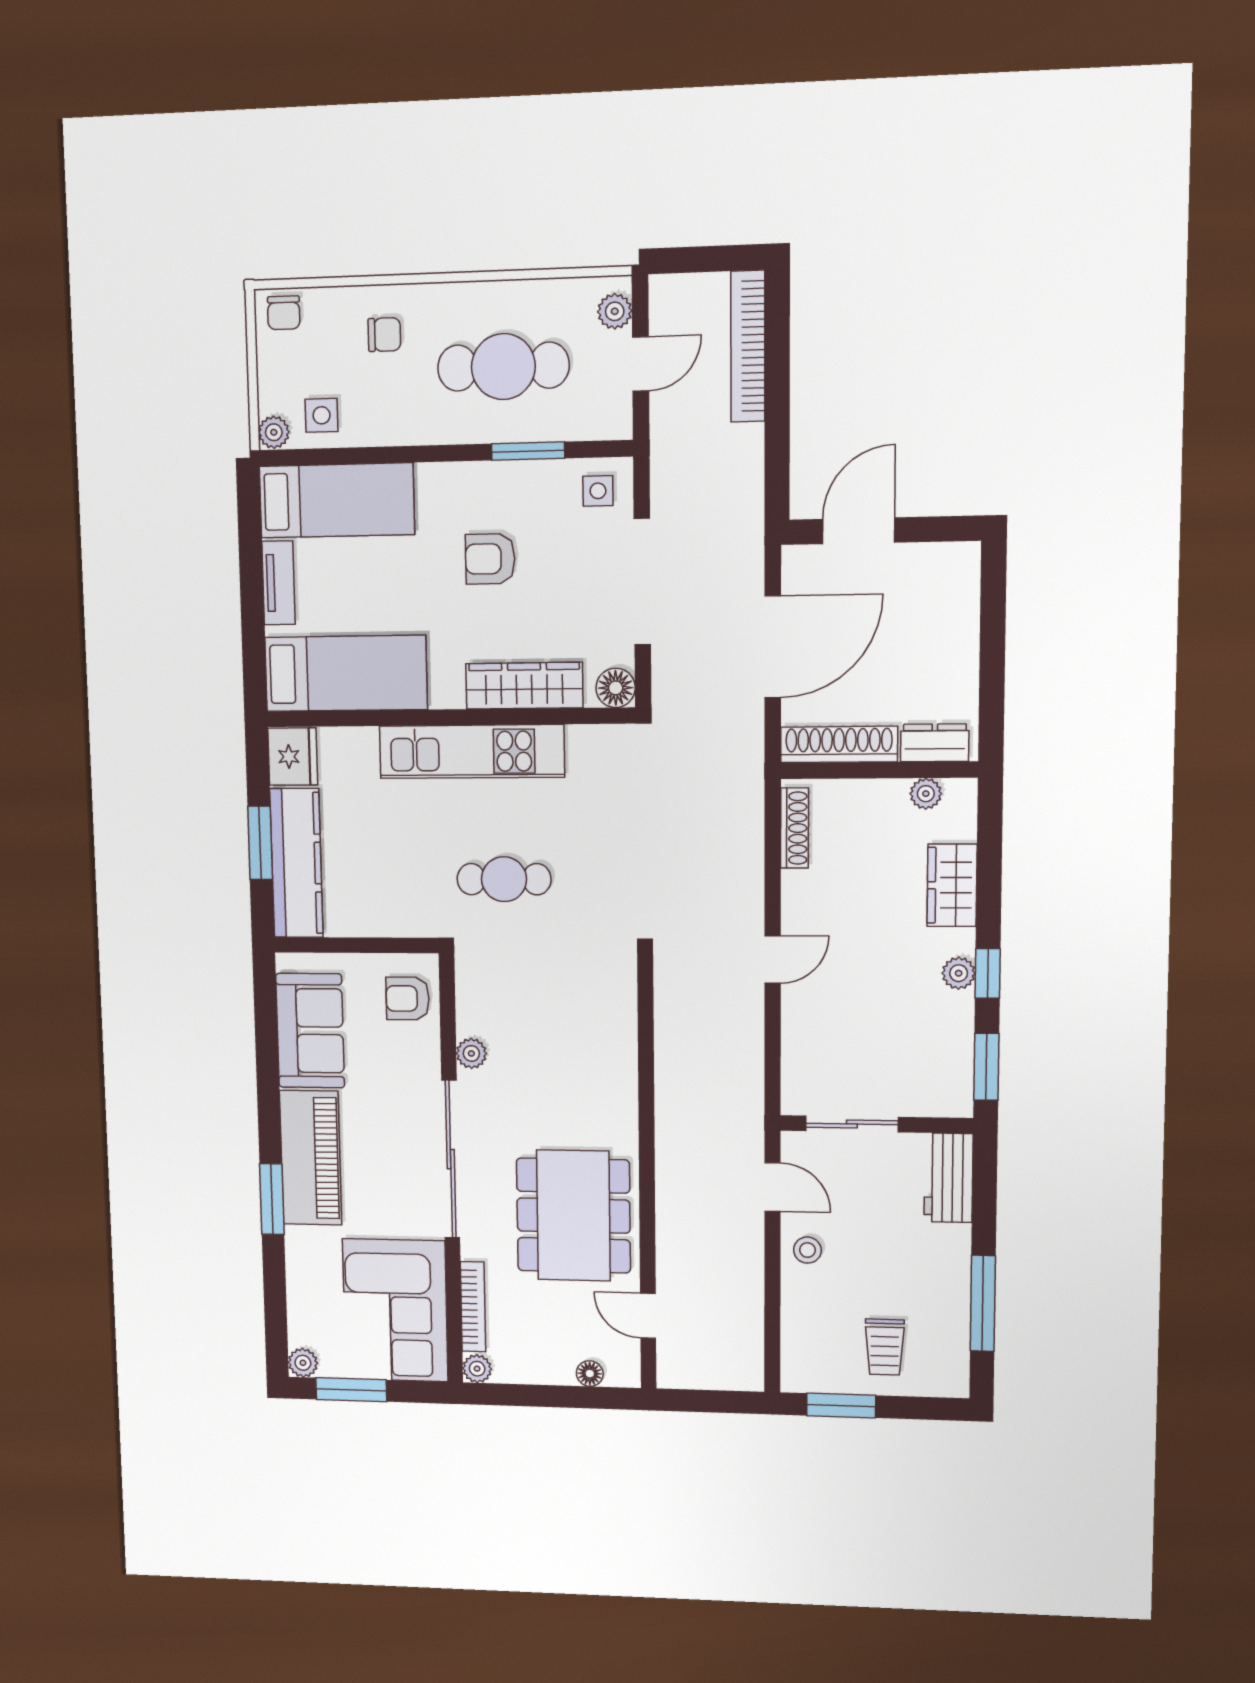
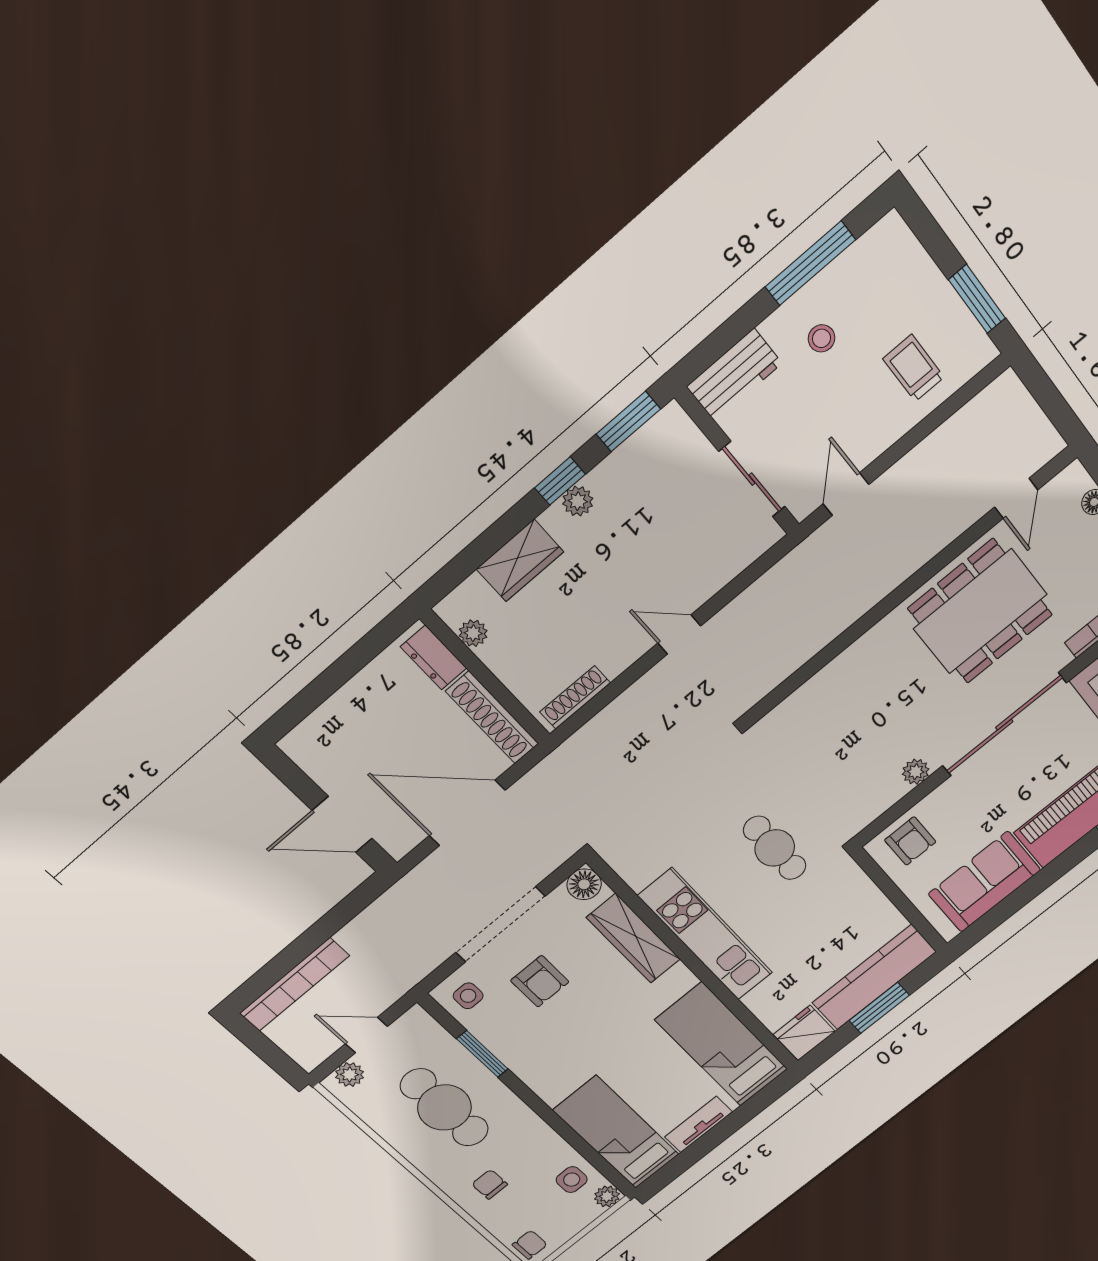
armchair: (490, 559) -> (540, 981), moved
stool: (807, 1250) -> (822, 338), moved
trolley: (885, 1347) -> (914, 368), moved, turned -90

